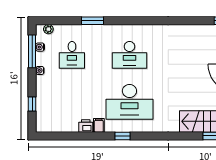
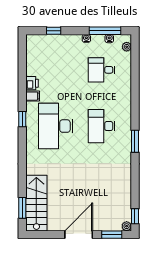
window: (93, 21) -> (135, 141), moved

